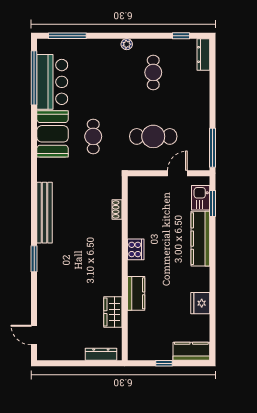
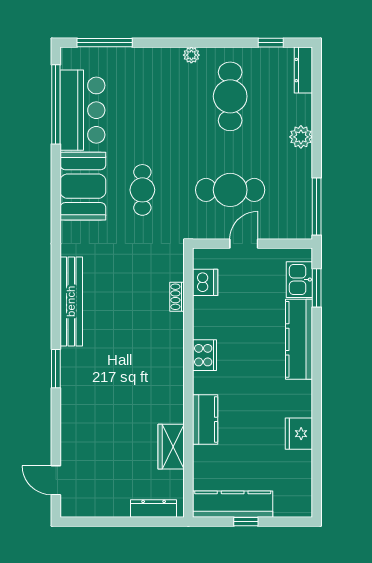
cafe table: (153, 72) -> (230, 96), width x1.37, depth x1.35
plant: (202, 100) -> (301, 137), added
door: (177, 173) -> (244, 244), moved
dishwasher: (136, 200) -> (205, 282), added
kitchen counter: (191, 351) -> (233, 504), moved, width x1.50

